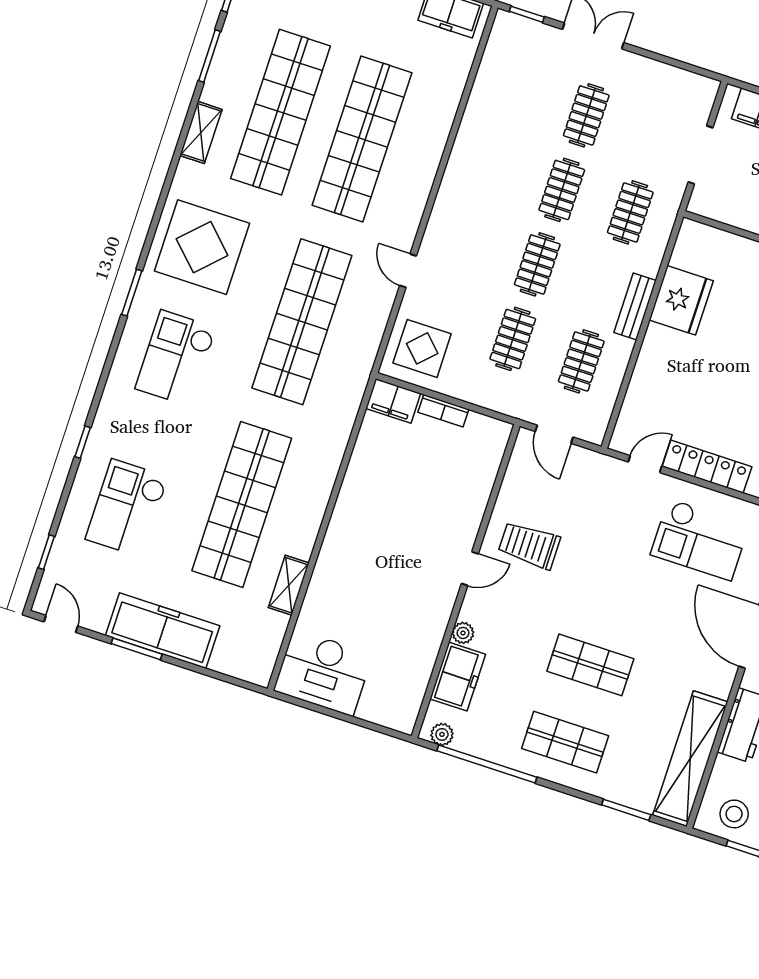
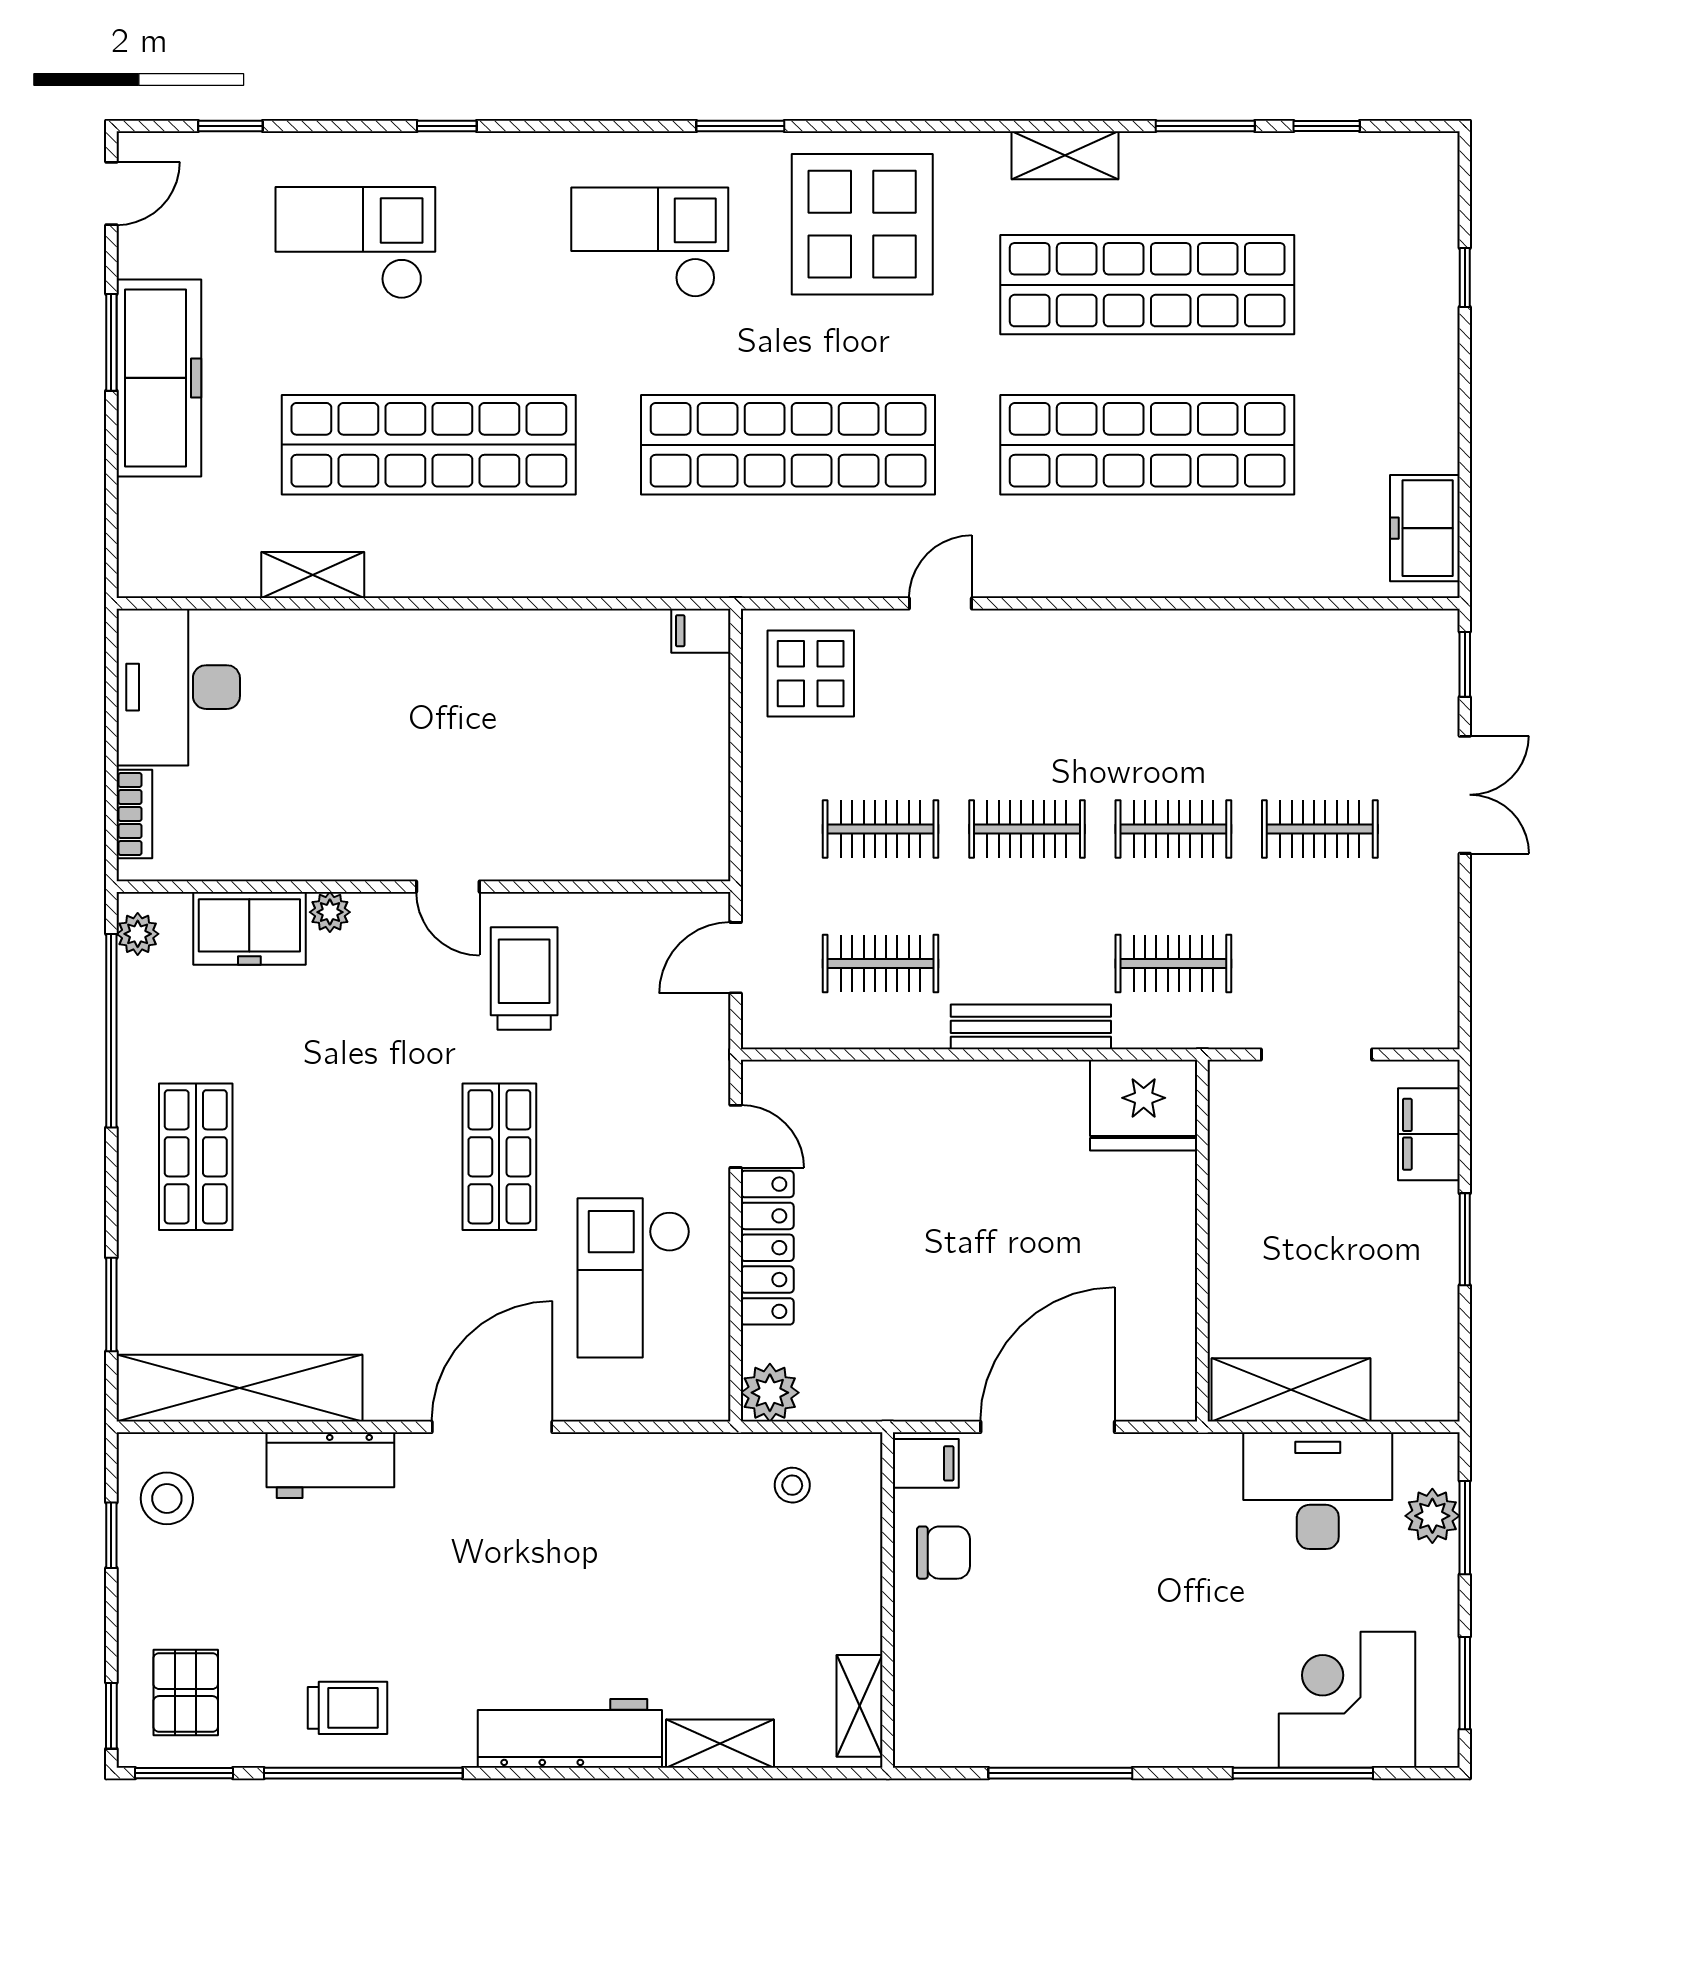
fridge: (681, 300) -> (1144, 1105), moved
bench: (635, 306) -> (1031, 1027), width x1.36
filing cabinet: (393, 401) -> (701, 631), width x0.50
bookcase: (443, 411) -> (134, 814), moved, turned 180
shop shelf: (590, 665) -> (499, 1157), moved

